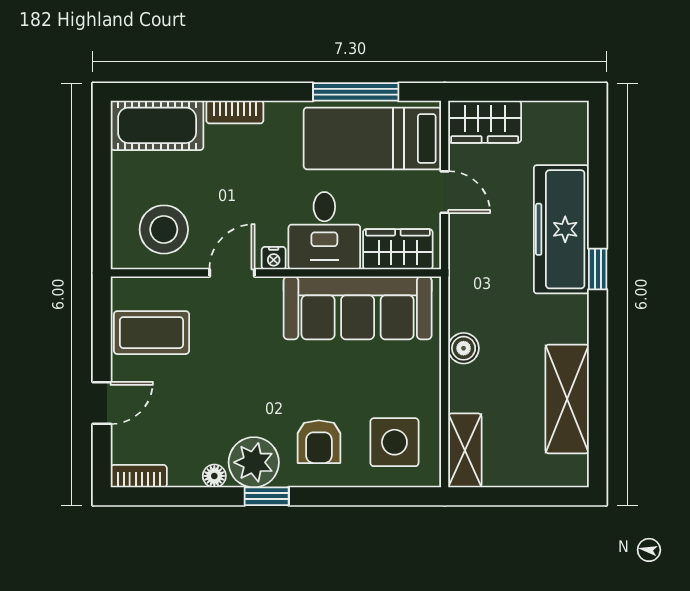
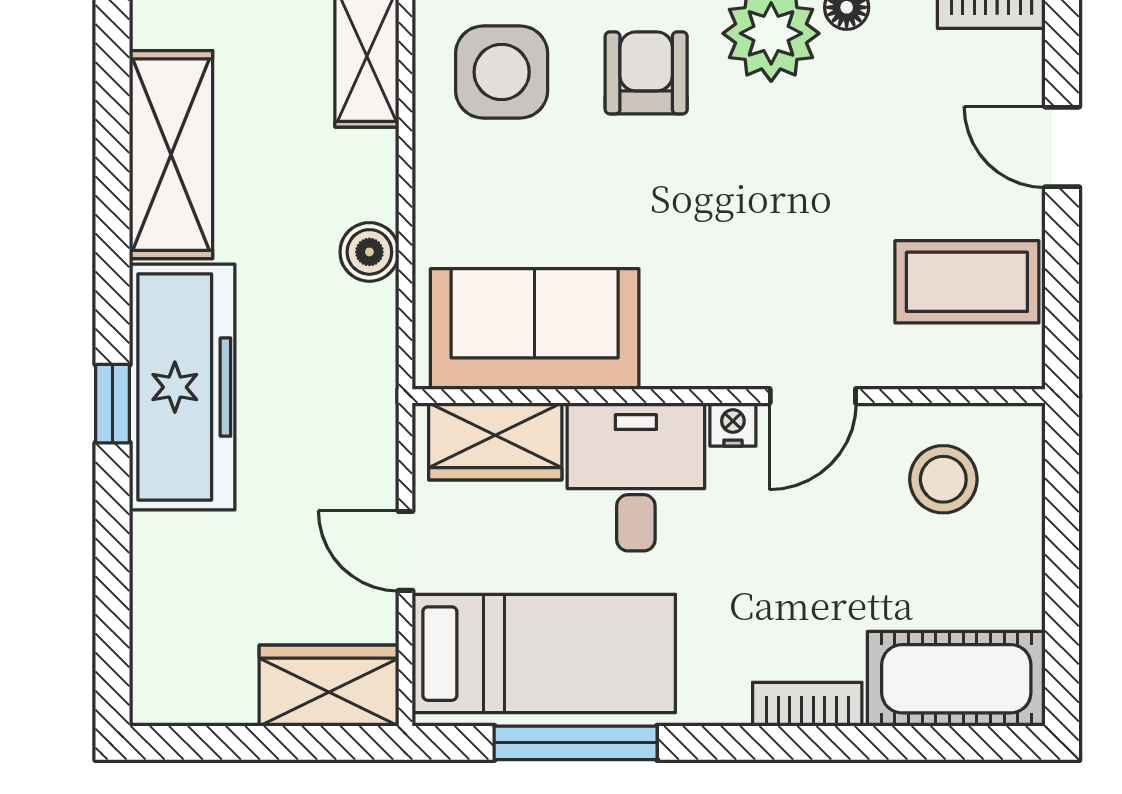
stool: (164, 229) -> (943, 479), width x0.73, depth x0.73
freezer: (561, 229) -> (182, 387), moved
sofa: (358, 308) -> (535, 329), width x0.73
door: (102, 403) -> (1062, 147), hinge flipped

